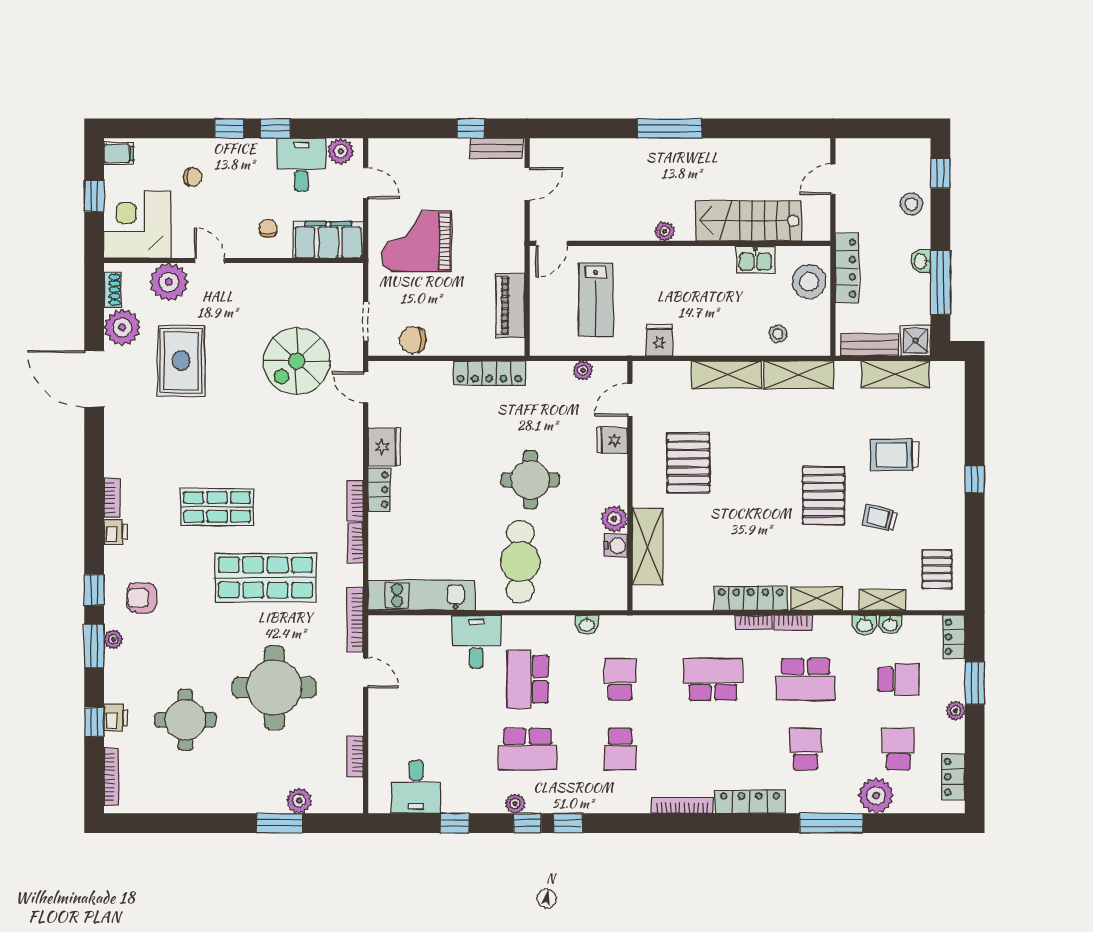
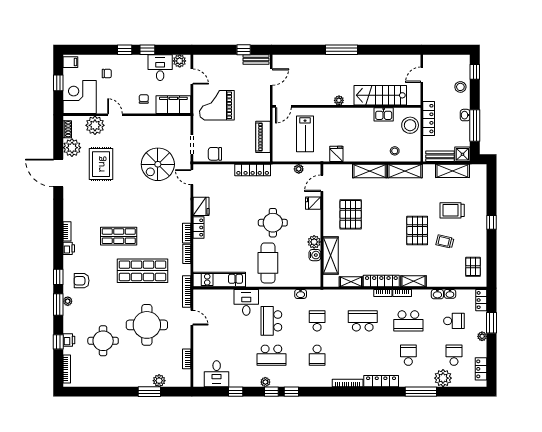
shelving: (882, 600) -> (351, 282), moved

